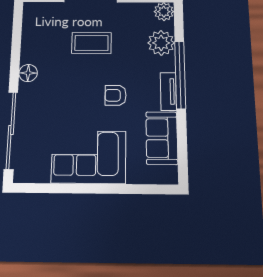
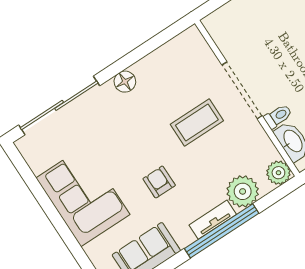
coffee table: (91, 43) -> (197, 123), turned 90
tv unit: (168, 91) -> (213, 220), moved

